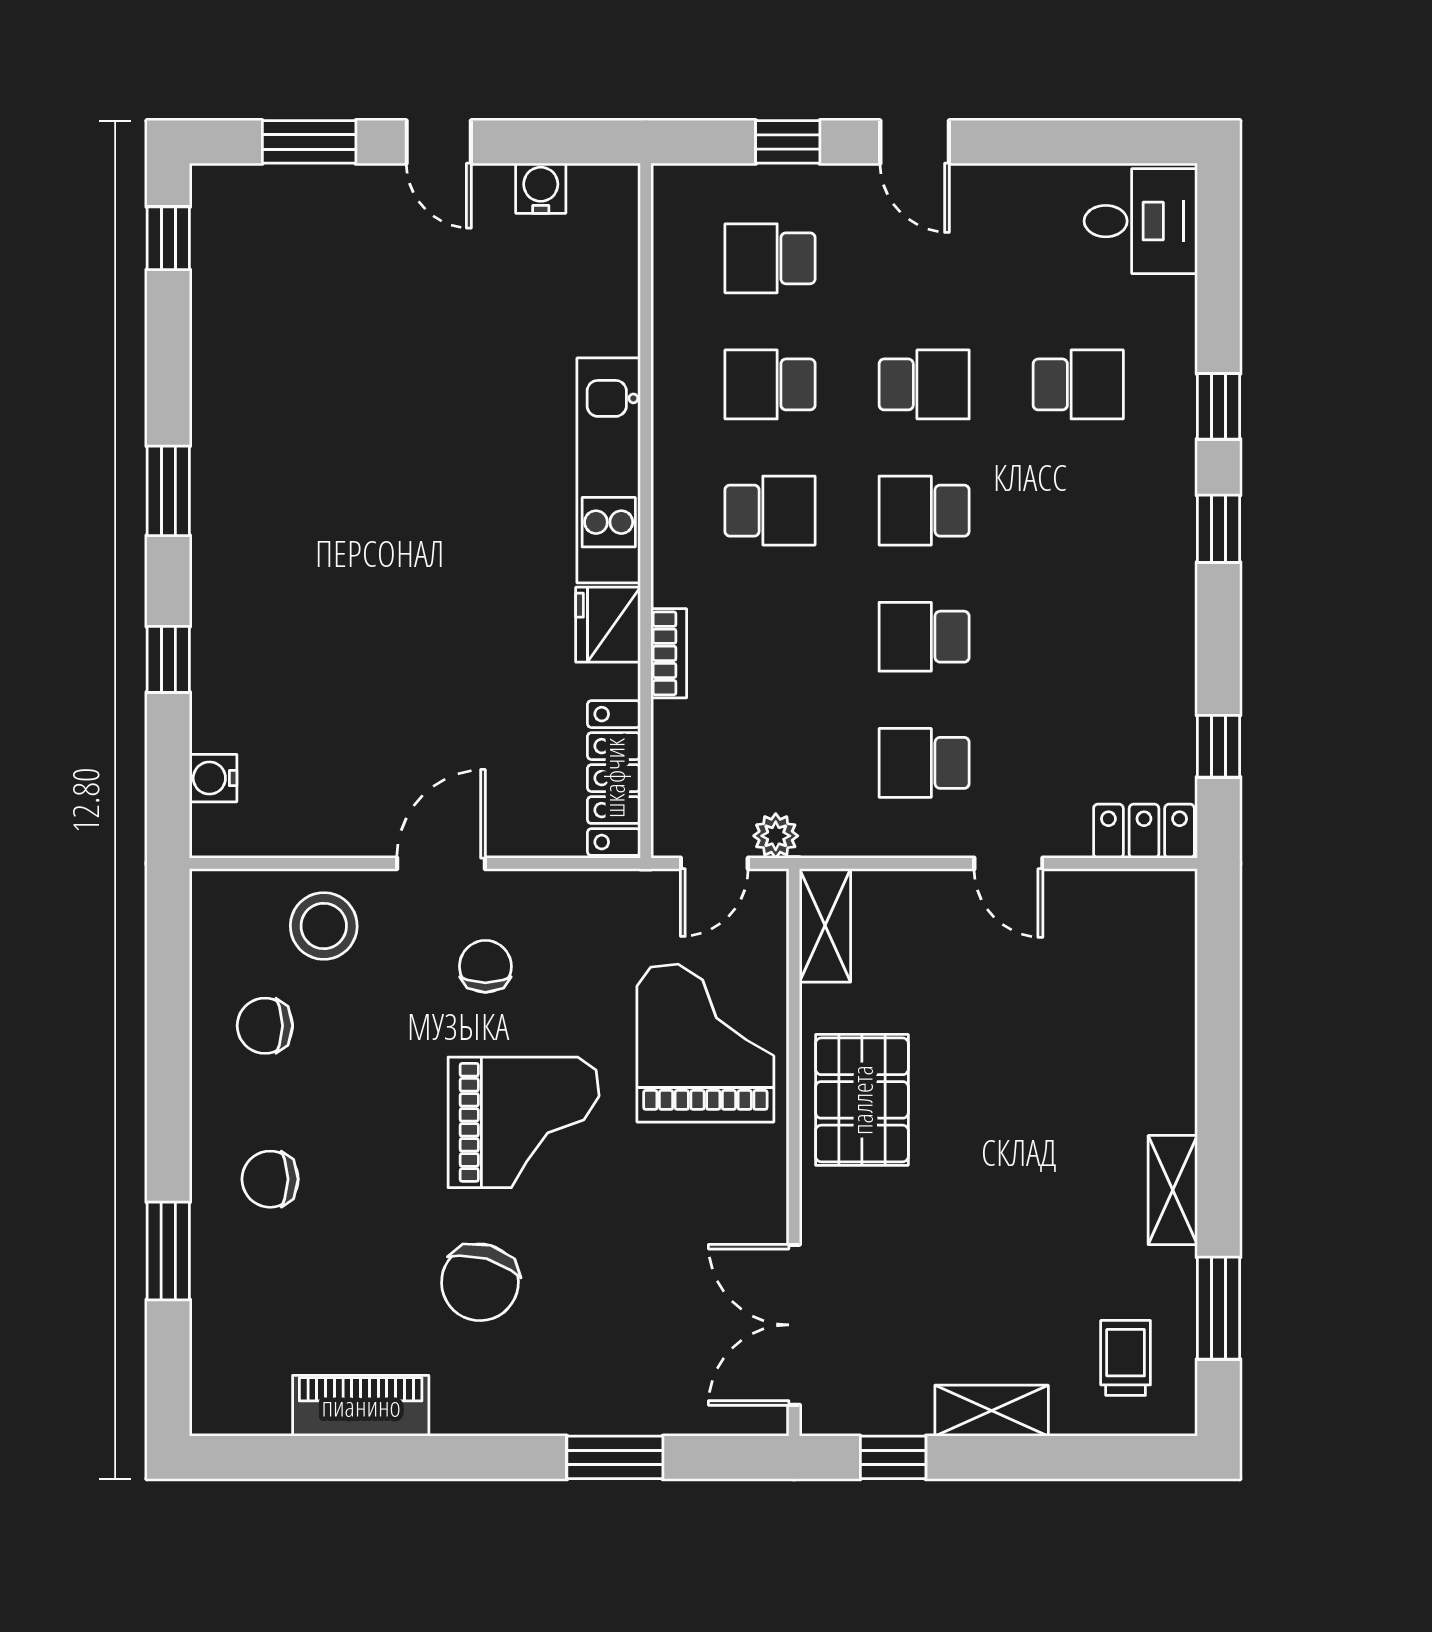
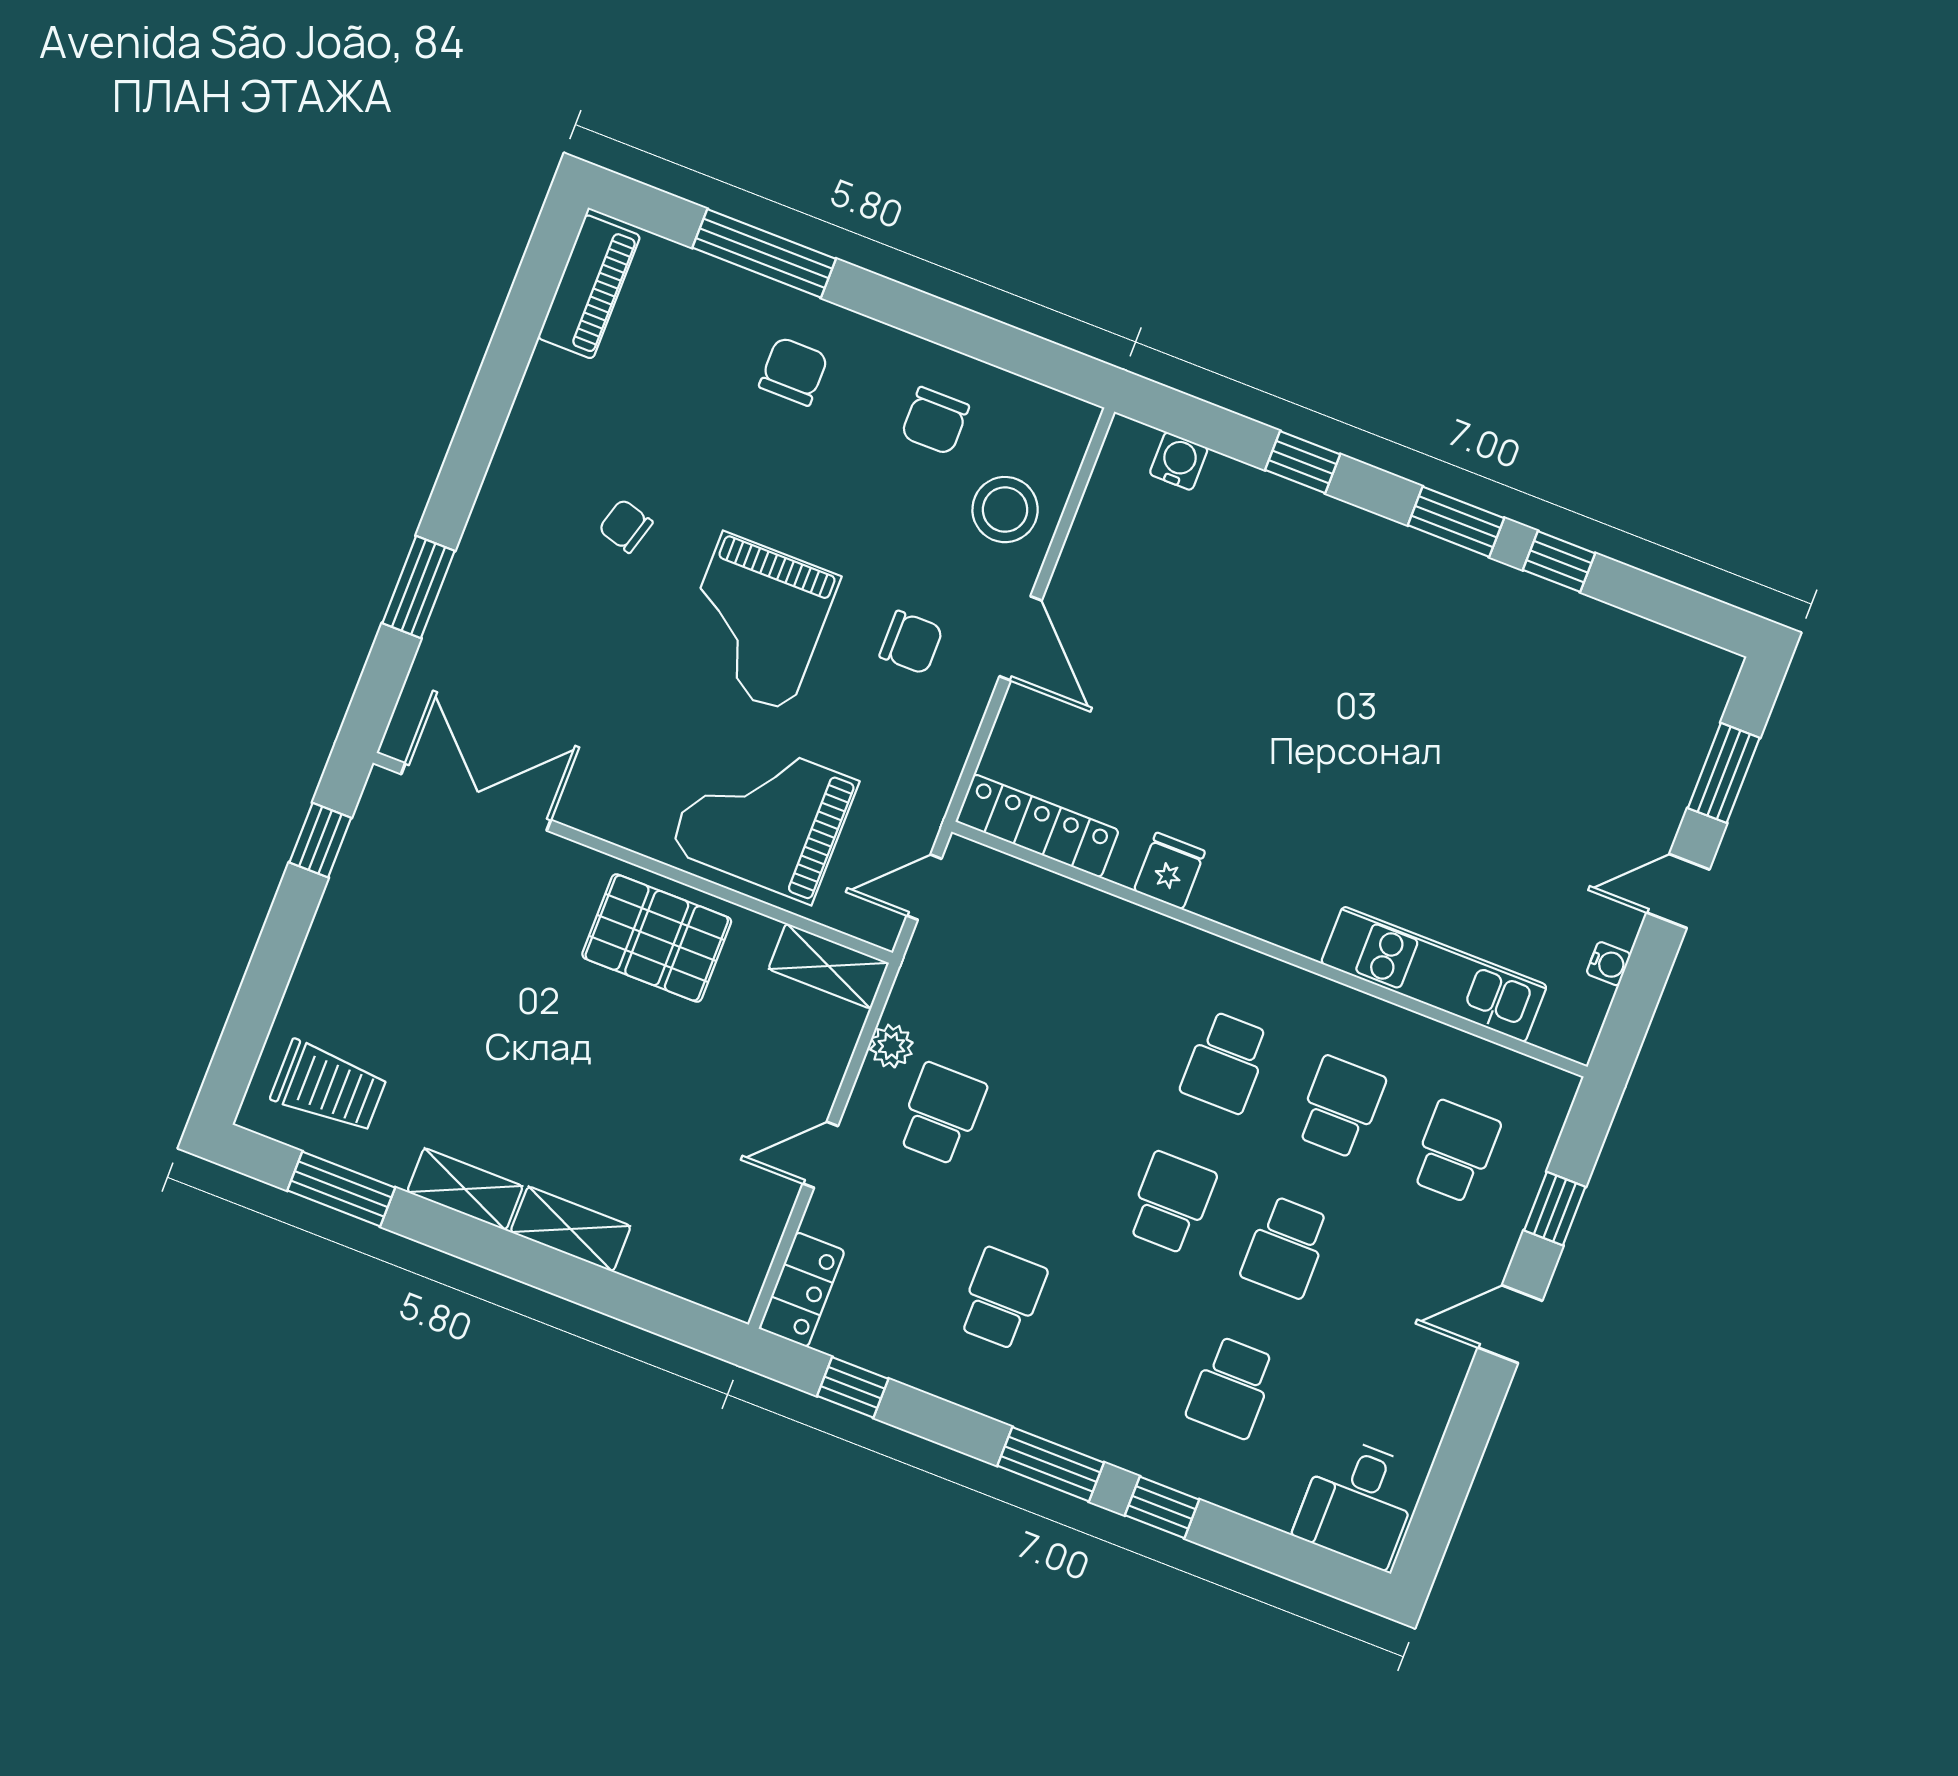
water cooler: (541, 188) -> (1609, 964), width x0.72, depth x0.72
window: (168, 238) -> (1559, 562), moved
kitchen unit: (609, 470) -> (1434, 974), moved
window: (1219, 529) -> (1051, 1464), width x1.50
fridge: (608, 625) -> (1169, 871), width x0.72
school desk: (924, 637) -> (1002, 1298), moved
bookcase: (669, 653) -> (1131, 920), removed
plant: (776, 836) -> (891, 1046), moved
door: (714, 863) -> (924, 887), hinge flipped
chair: (265, 1026) -> (935, 421), turned 180
grand piano: (705, 1043) -> (764, 816), turned 180
window: (168, 1251) -> (764, 253), width x1.44
chair: (480, 1282) -> (626, 526), width x0.54, depth x0.54
trolley: (1126, 1358) -> (329, 1087), width x1.36, depth x1.39
piano: (361, 1406) -> (589, 287), moved
shelving: (992, 1411) -> (571, 1229), moved, turned 90

